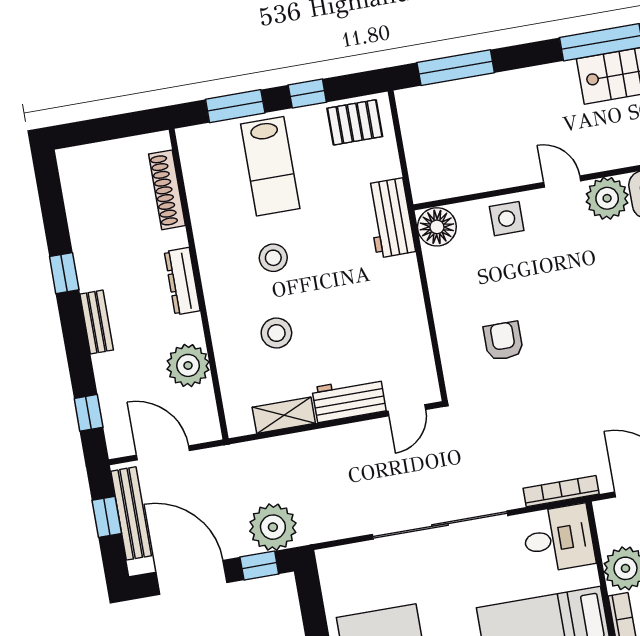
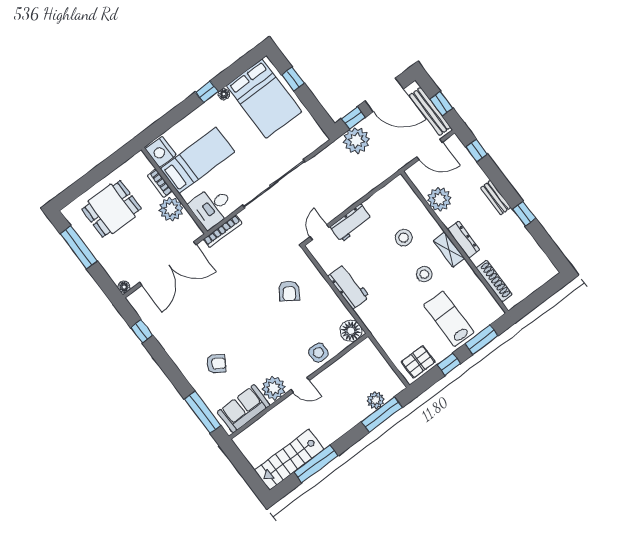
plant: (454, 96) -> (376, 400), added
workbench: (390, 218) -> (349, 287), moved
armchair: (503, 341) -> (289, 291), turned 34
shelving: (284, 415) -> (449, 250), moved, turned 90

